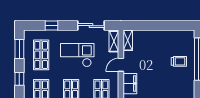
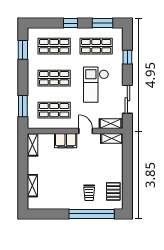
pallet: (178, 39) -> (113, 191), added
checkout: (77, 55) -> (96, 85), turned 180

